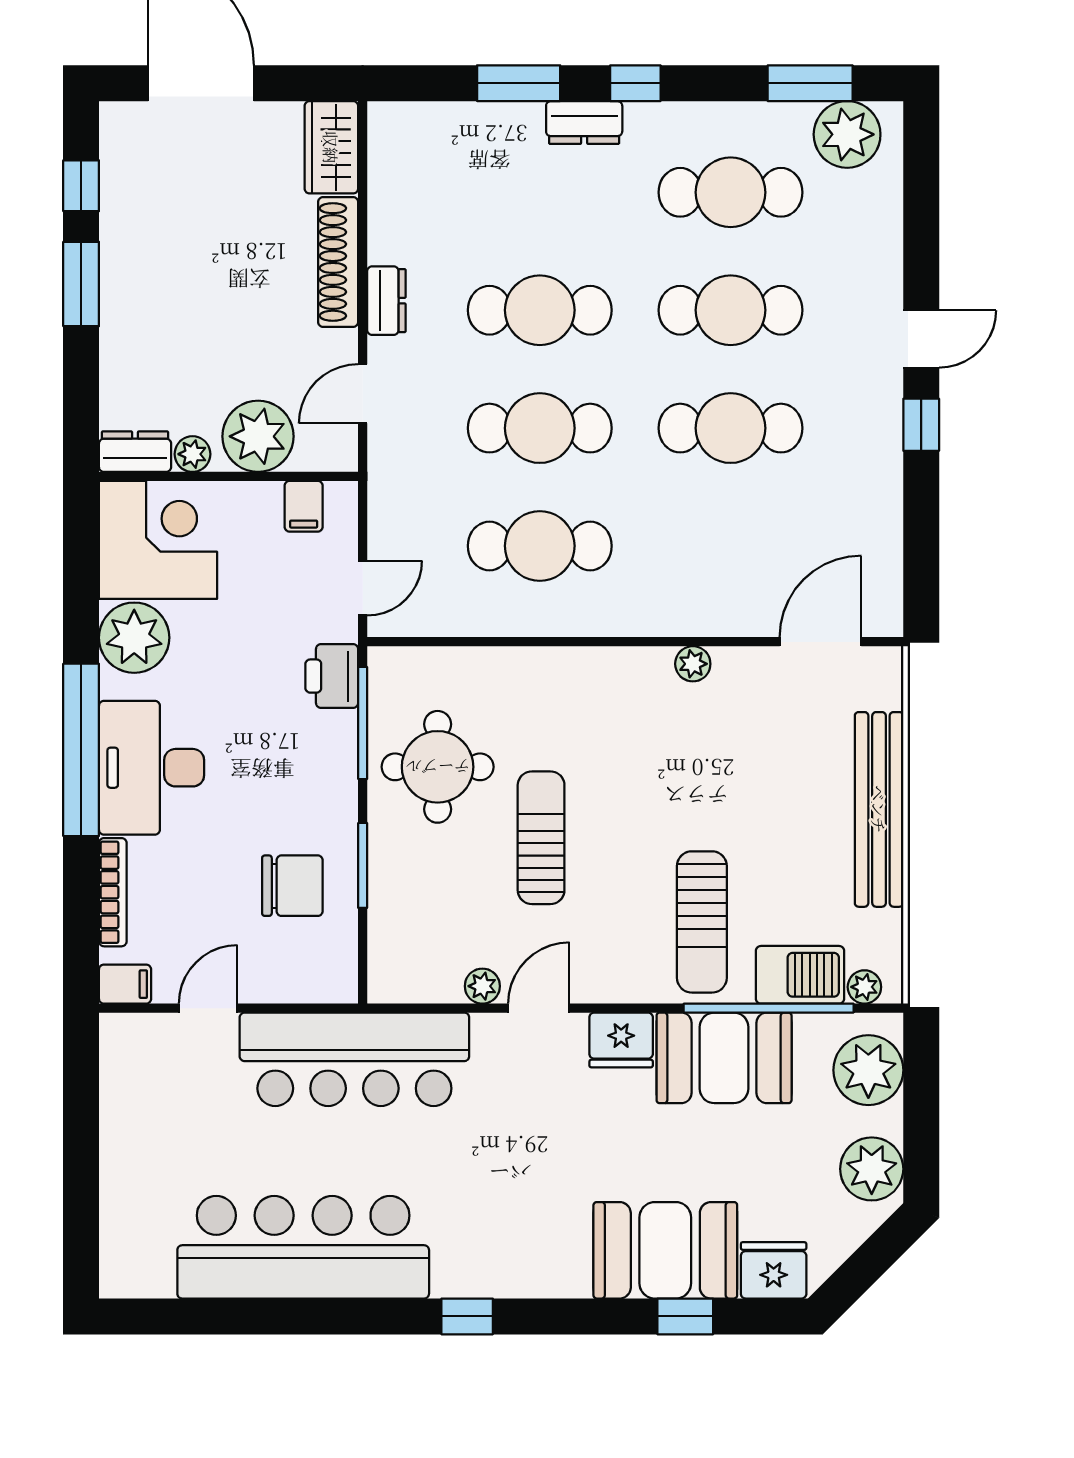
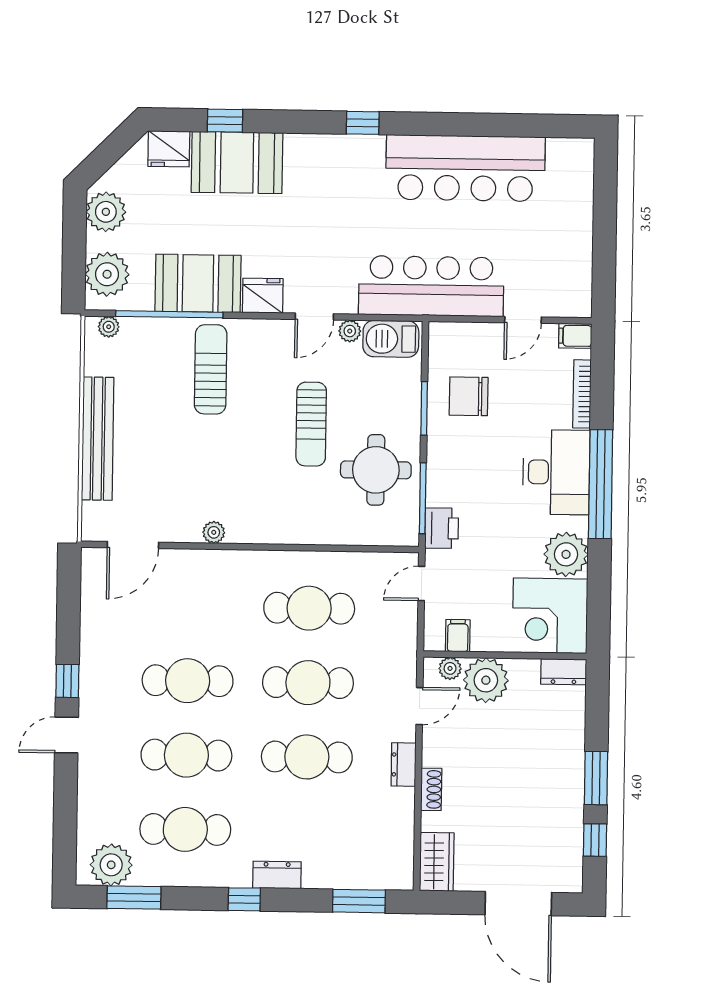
window: (519, 83) -> (359, 901), moved
shoe rack: (338, 262) -> (431, 789), width x0.51, depth x0.81
plant: (192, 454) -> (450, 668), moved
barbecue: (800, 975) -> (391, 339), moved

